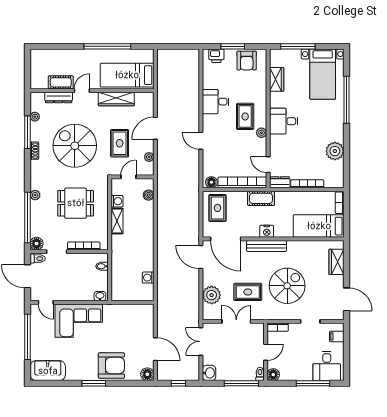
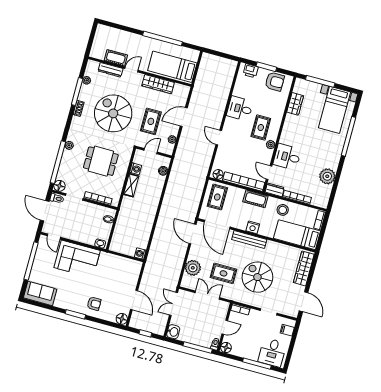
armchair: (247, 61) -> (275, 82), turned -90
desk: (284, 121) -> (287, 157), moved
stool: (295, 202) -> (283, 210), added
wardrobe: (337, 262) -> (304, 268), width x1.50
washing machine: (148, 278) -> (140, 254), moved
spiral stairs: (287, 286) -> (257, 277), turned -90
armchair: (111, 366) -> (94, 304), width x0.53, depth x0.53

